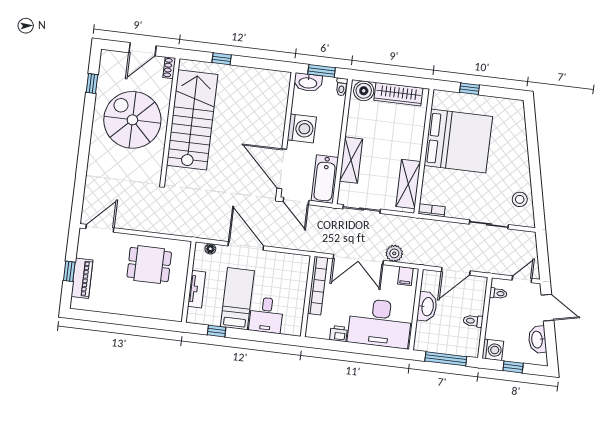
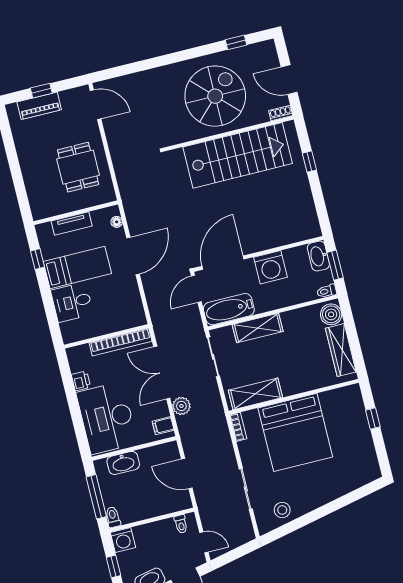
bed: (458, 141) -> (295, 432), moved
washbasin: (427, 307) -> (123, 463), moved
toilet: (473, 321) -> (113, 517), moved

